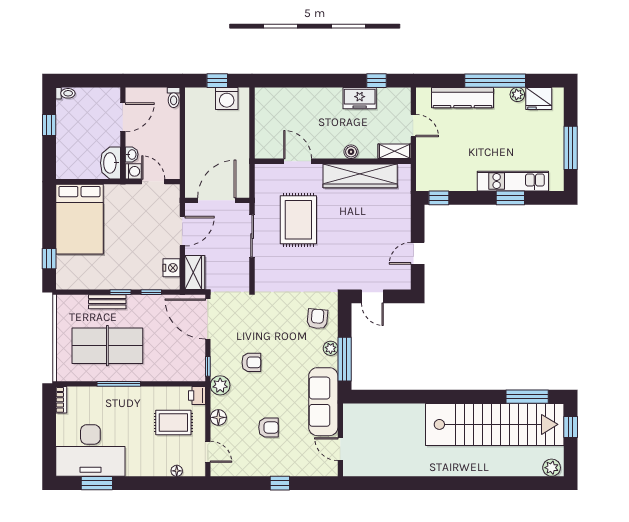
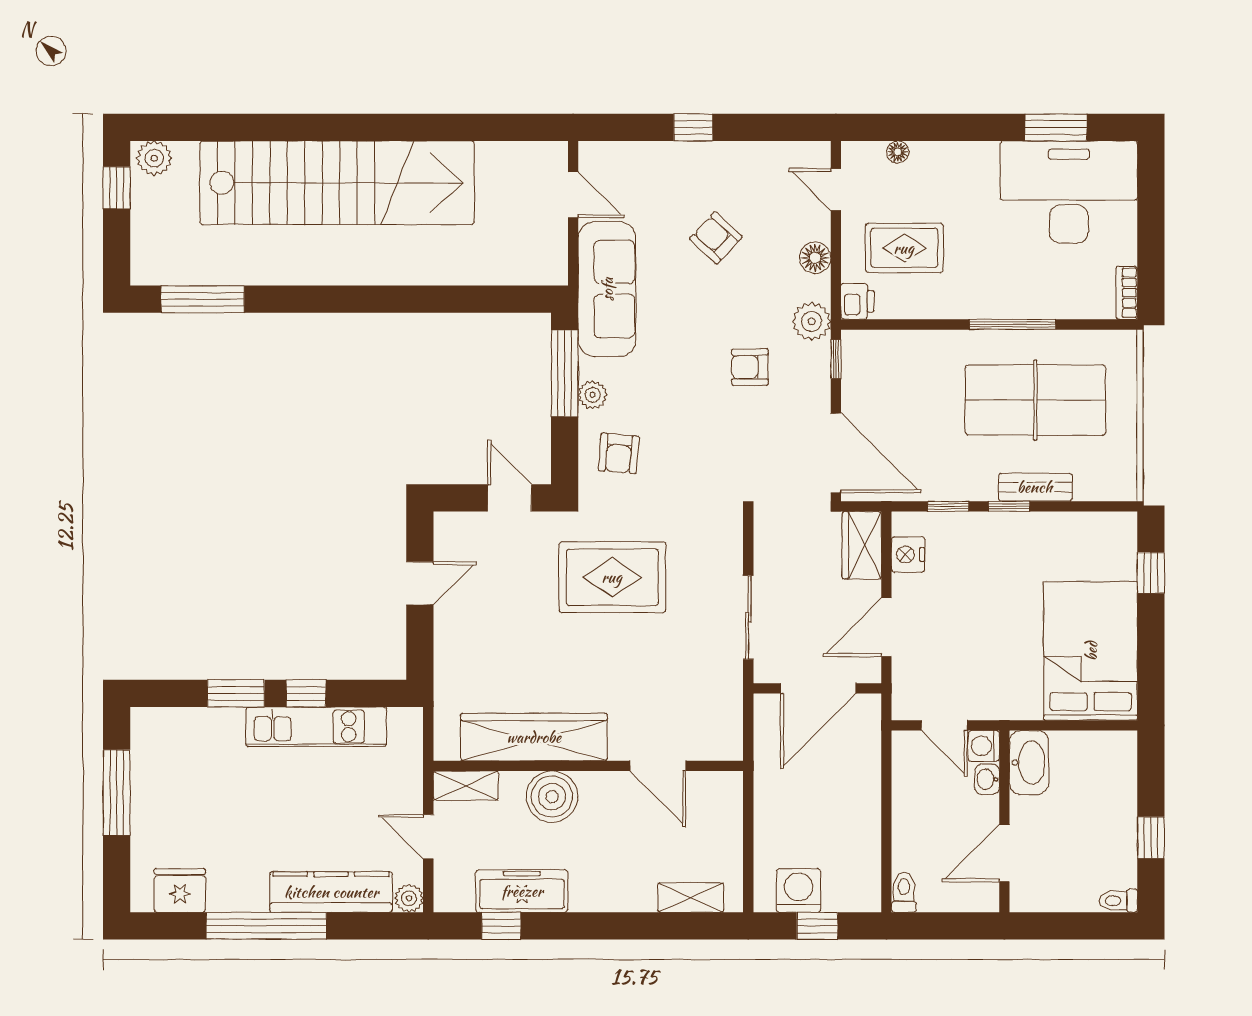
shelving: (281, 95) -> (691, 898), added
plant: (517, 95) -> (409, 898), moved
freezer: (360, 98) -> (522, 891), width x1.40
boiler: (351, 152) -> (552, 797), width x1.86, depth x1.86
kitchen unit: (513, 181) -> (316, 727), moved
window: (439, 198) -> (306, 693), moved
rug: (298, 220) -> (612, 577), moved, turned 90
stairs: (495, 424) -> (337, 183), moved, turned 180
armchair: (268, 427) -> (716, 238), turned 43
window: (571, 427) -> (117, 188), moved

